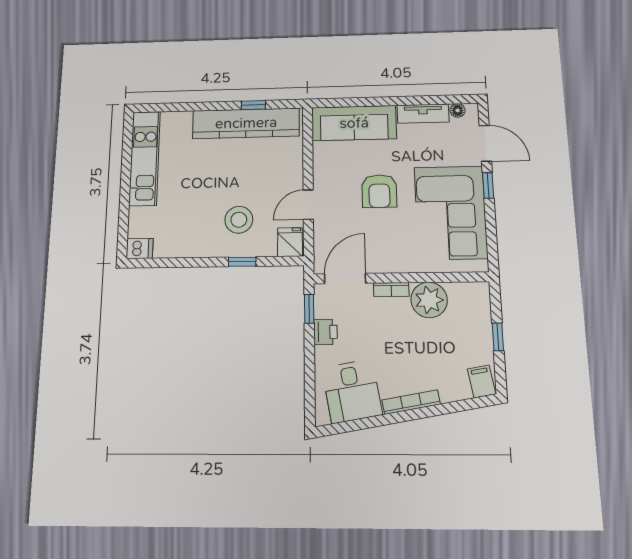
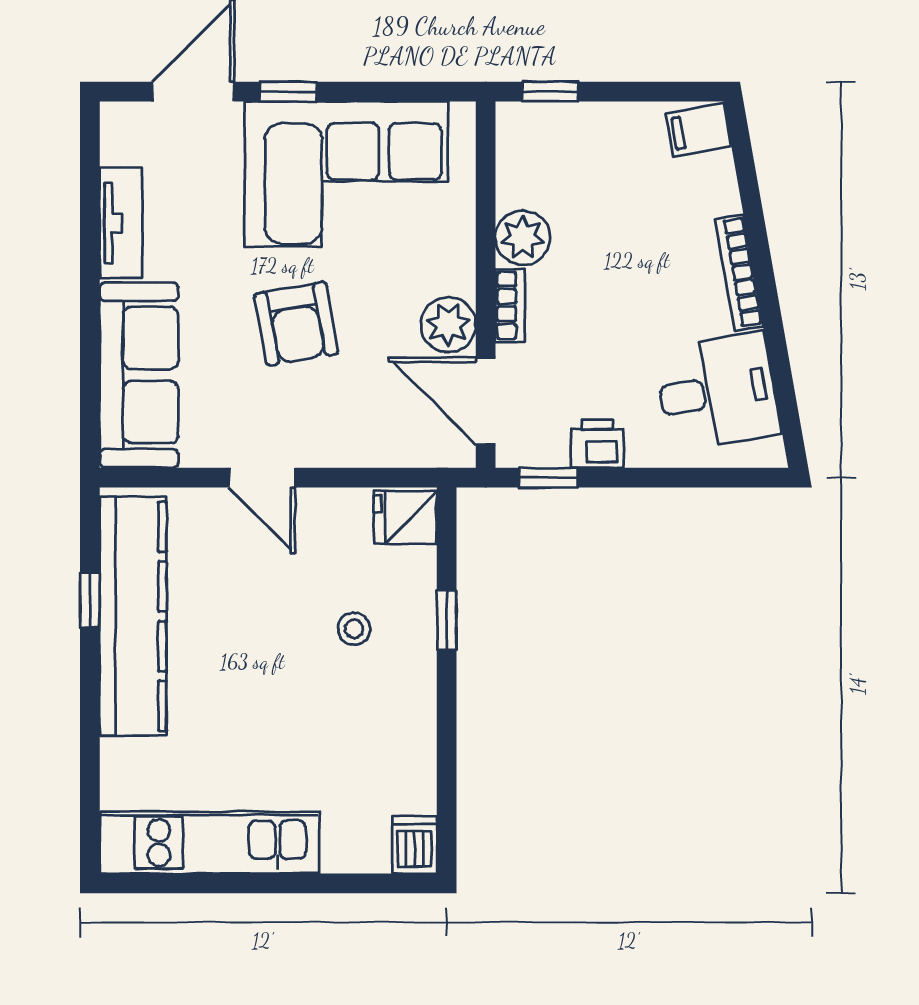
floor lamp: (458, 110) -> (116, 147), removed
armchair: (379, 191) -> (296, 324), turned 80
door: (308, 205) -> (262, 478), moved
stool: (239, 220) -> (354, 629), width x0.53, depth x0.53
plant: (381, 261) -> (448, 325), added
plant: (429, 300) -> (523, 238), width x0.73, depth x0.73
window: (498, 337) -> (550, 92), moved

